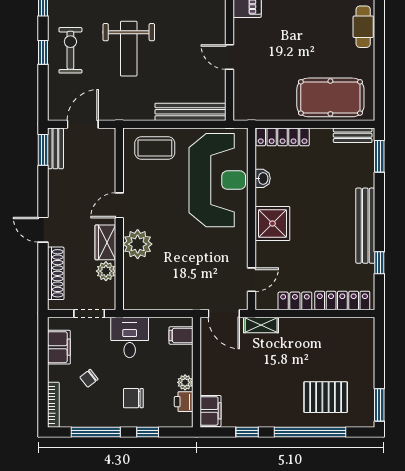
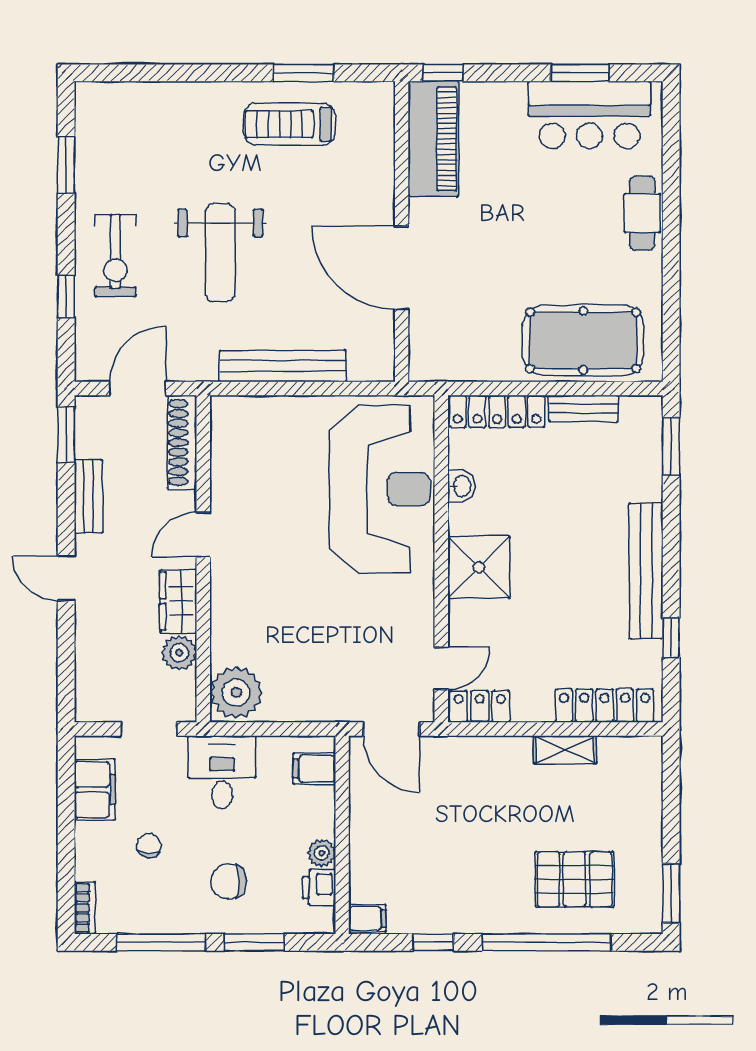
exercise bike: (70, 50) -> (115, 256), turned 180
window: (43, 52) -> (66, 296), moved
door: (230, 57) -> (402, 268), width x1.87
bench: (190, 112) -> (283, 366), moved
bench: (353, 135) -> (584, 408), moved
bench: (55, 148) -> (88, 496), moved
coffee table: (155, 148) -> (267, 431), removed
plant: (138, 244) -> (236, 693), moved
shoe rack: (56, 273) -> (182, 443), moved, turned 180
locker: (295, 301) -> (480, 706), moved
shelving: (261, 325) -> (565, 750), moved
chair: (89, 378) -> (149, 846), turned 134
bookcase: (53, 405) -> (85, 908), width x0.64
filing cabinet: (210, 411) -> (367, 918), width x0.50
window: (148, 432) -> (254, 942), width x1.50

